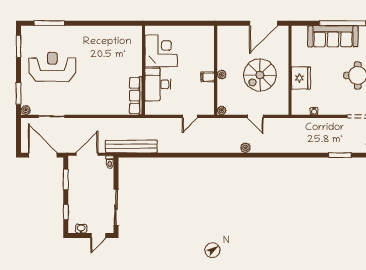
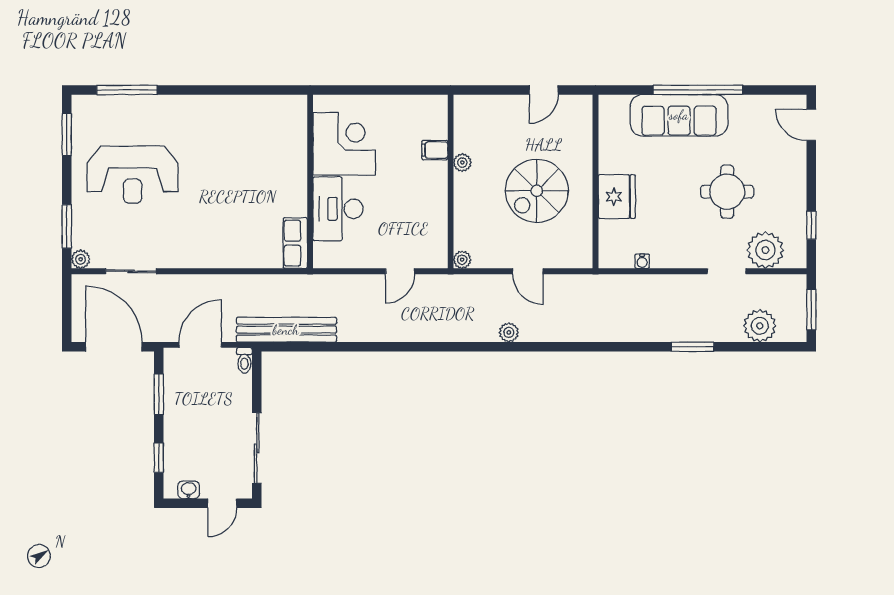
door: (263, 23) -> (544, 90), width x0.53
reception desk: (52, 67) -> (133, 175), turned 180
plant: (222, 75) -> (462, 163), moved
filing cabinet: (208, 77) -> (435, 150), moved
row of seats: (136, 96) -> (295, 243), width x0.68

